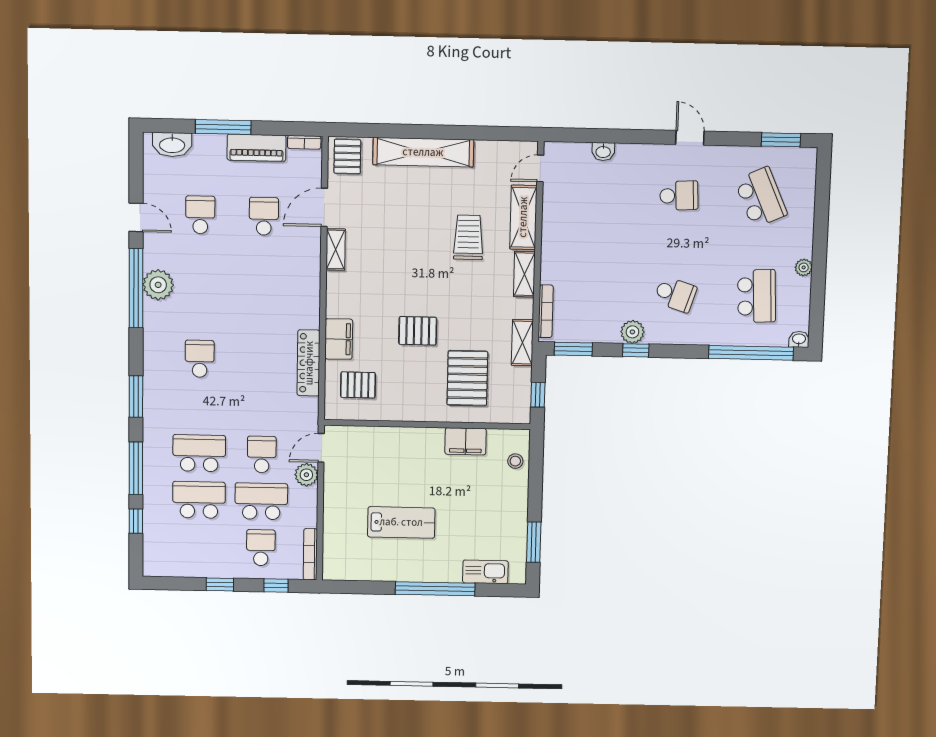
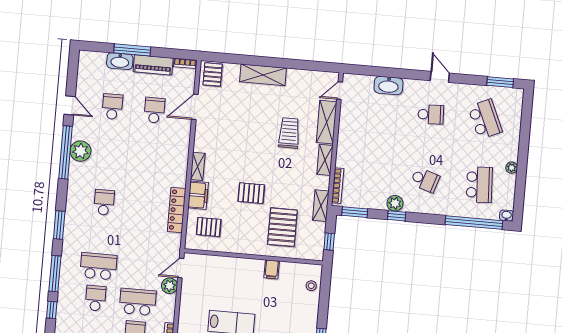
washbasin: (172, 145) -> (120, 61), moved
shelving: (423, 152) -> (263, 75), width x0.68
washbasin: (603, 152) -> (389, 85), width x1.91, depth x1.45
shelving: (336, 249) -> (198, 166), moved
filing cabinet: (466, 441) -> (272, 269), width x0.50
school desk: (262, 454) -> (140, 270), removed
school desk: (199, 500) -> (96, 298), width x0.54

